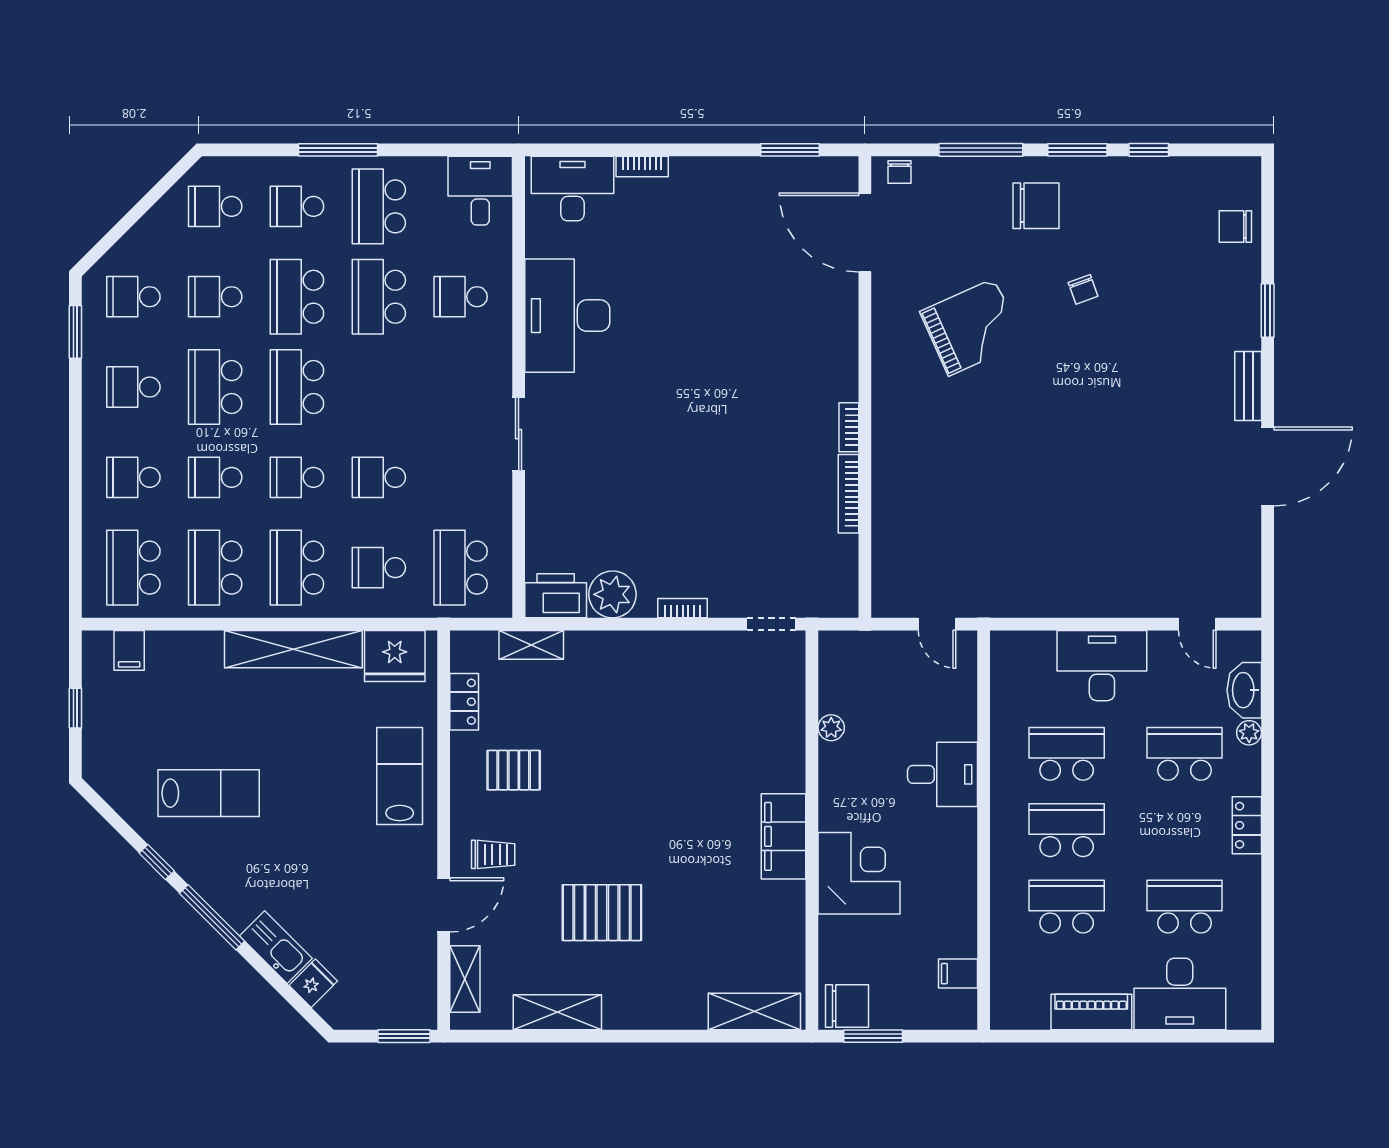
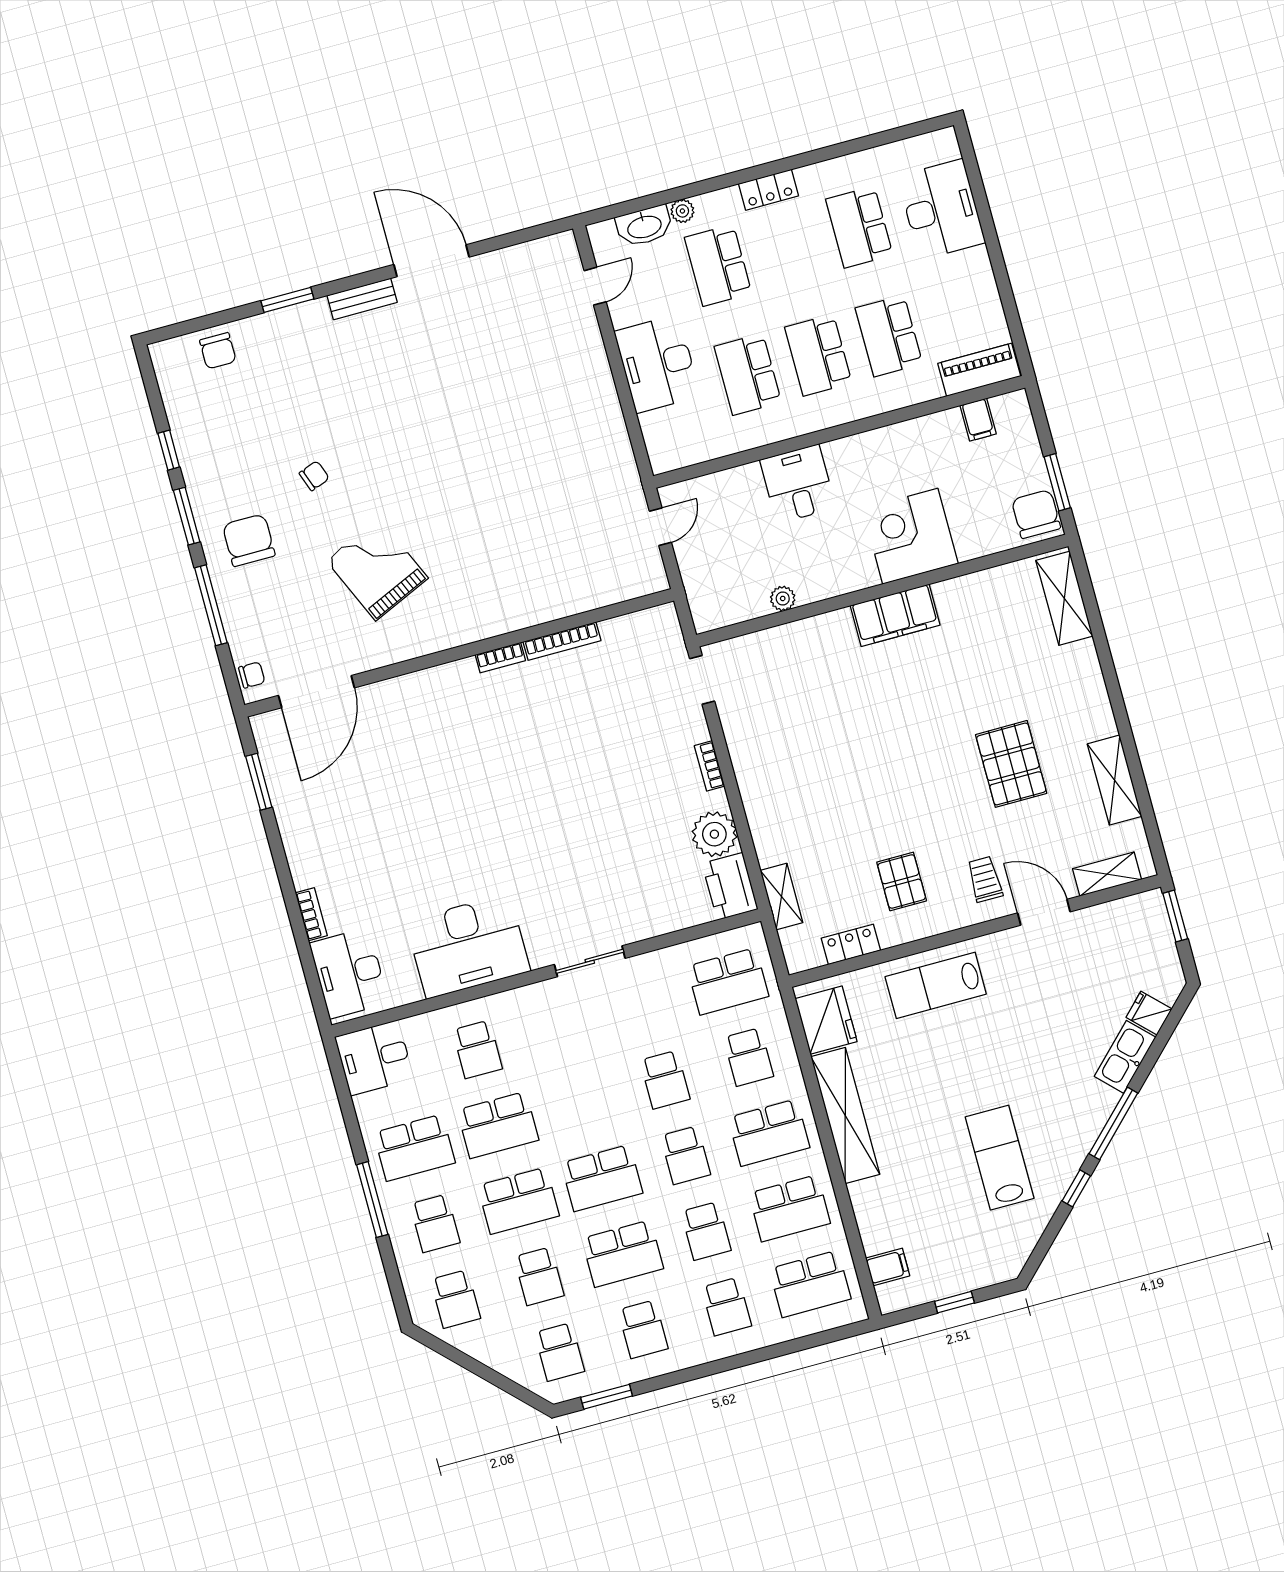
piano: (1091, 1012) -> (979, 370), moved, turned 90

